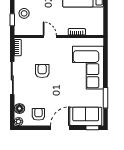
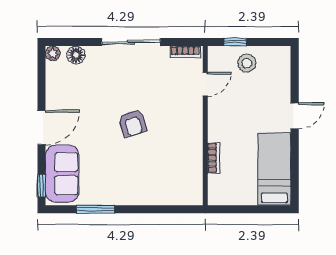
door: (50, 37) -> (205, 84), moved
corner sofa: (88, 68) -> (149, 178), removed
armchair: (42, 71) -> (133, 123), moved, turned 73
armchair: (38, 114) -> (66, 89), removed
door: (60, 128) -> (41, 128), hinge flipped

